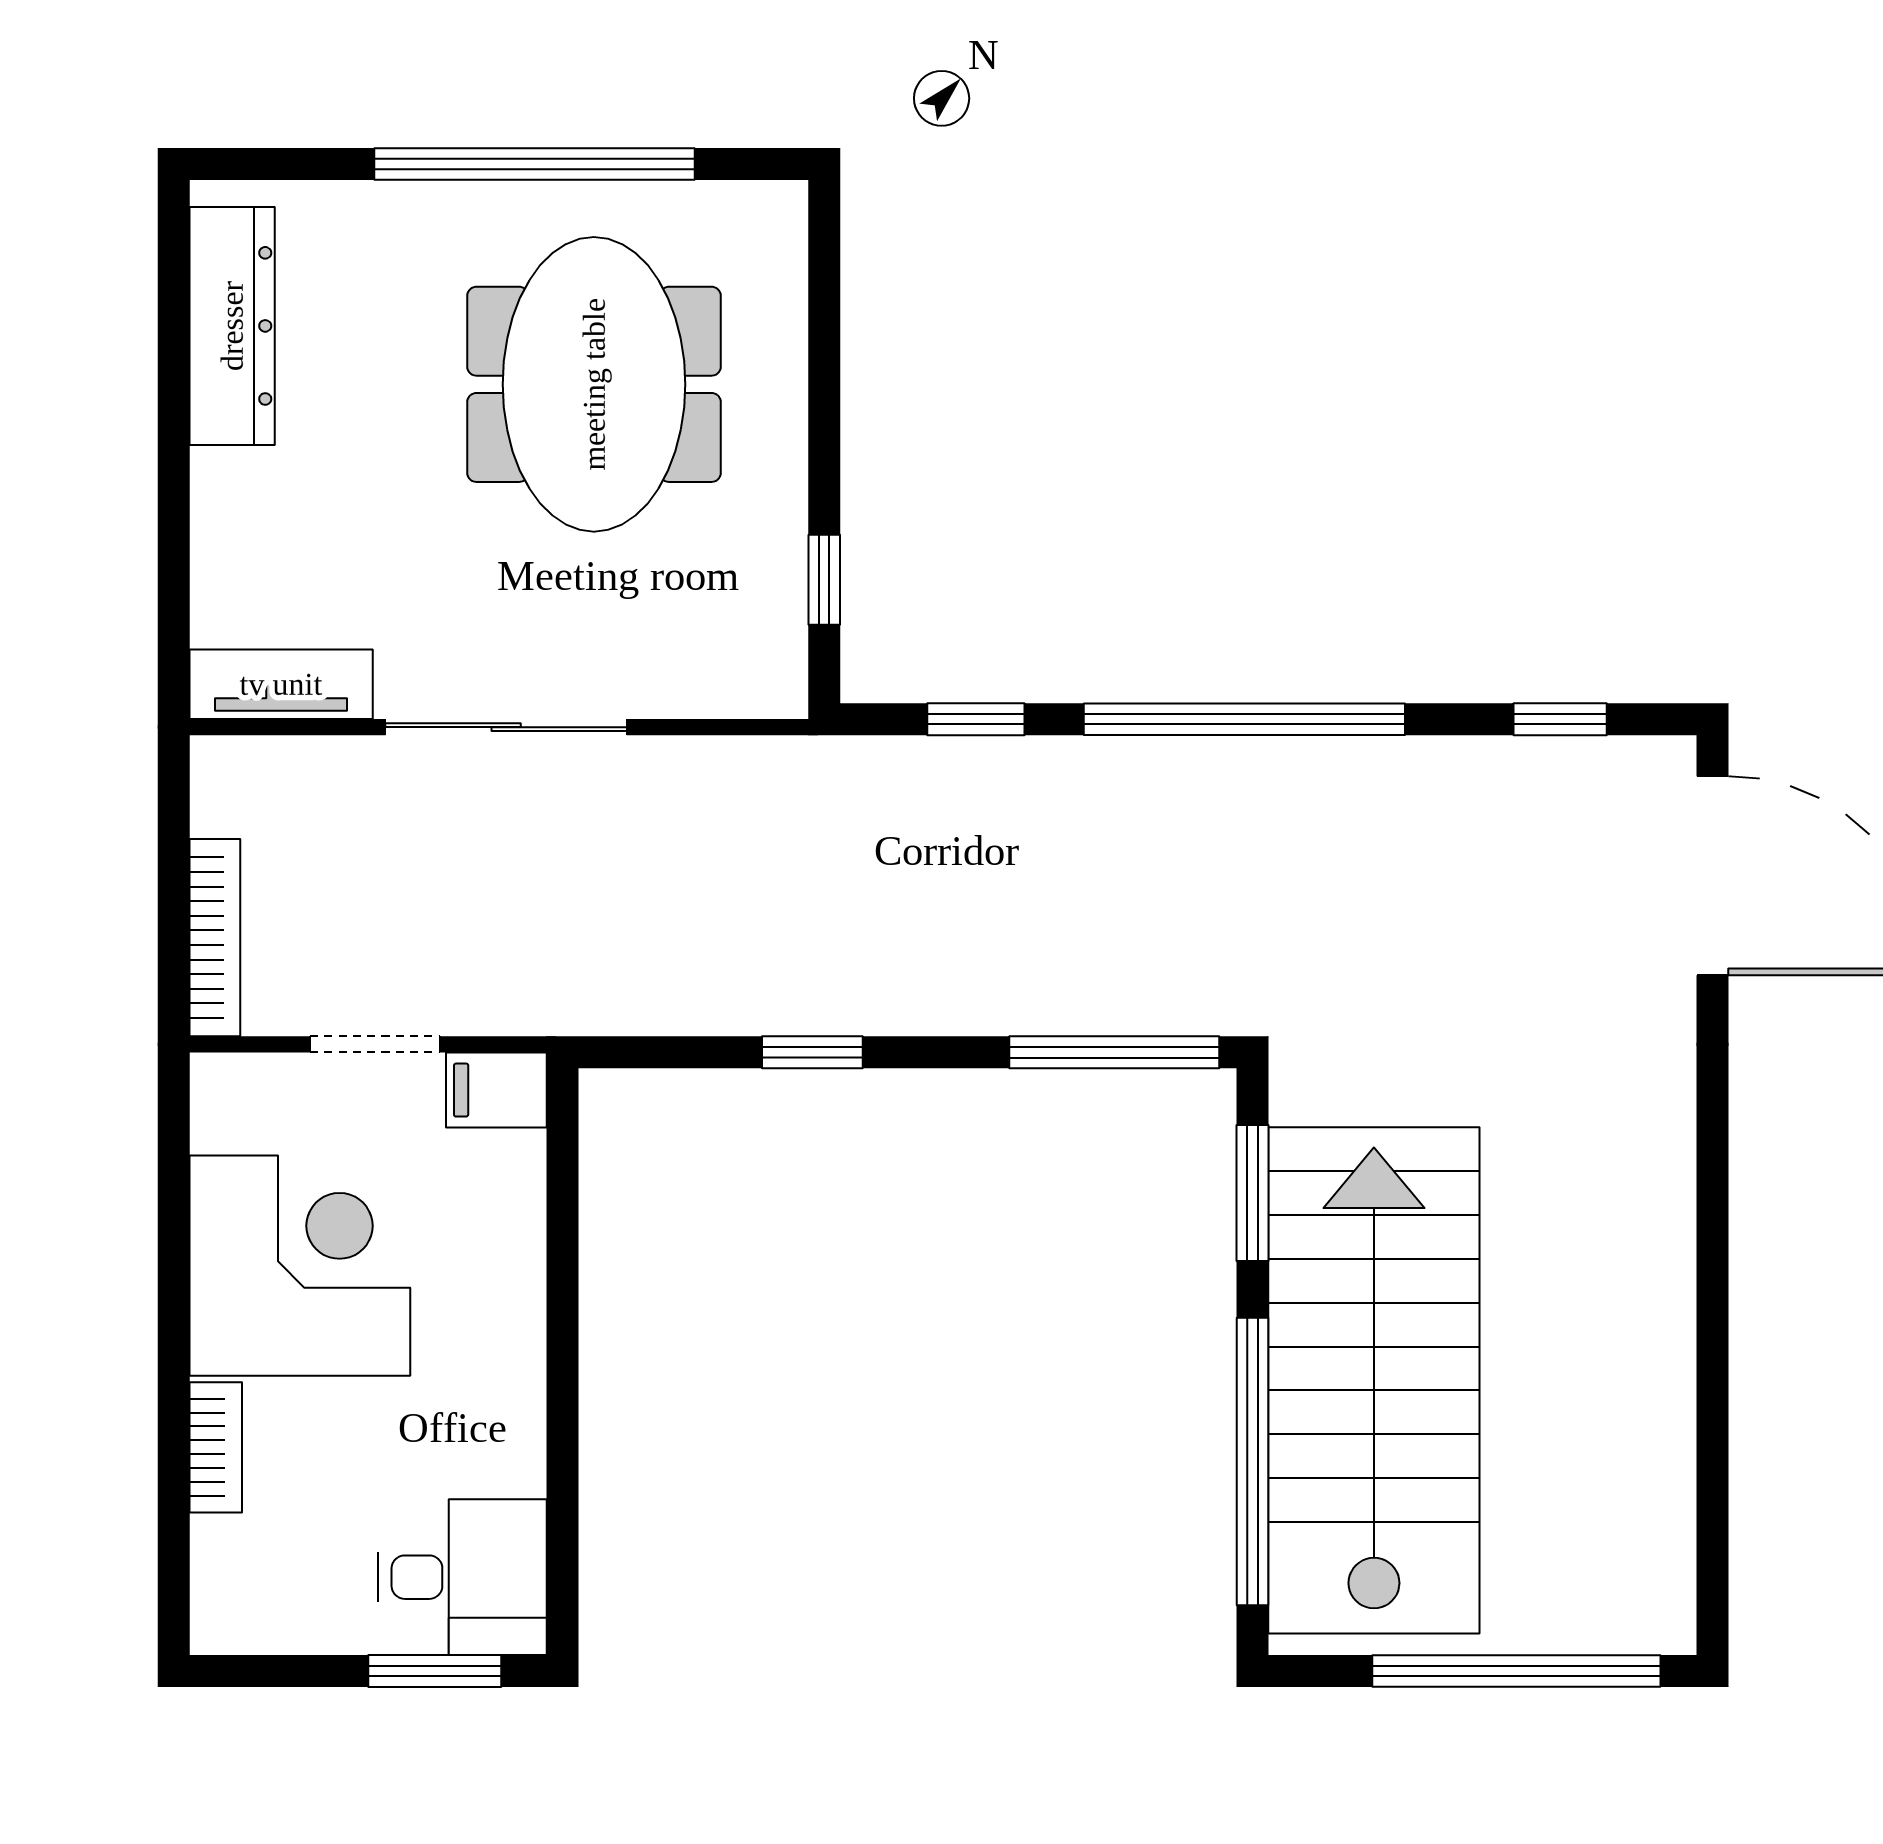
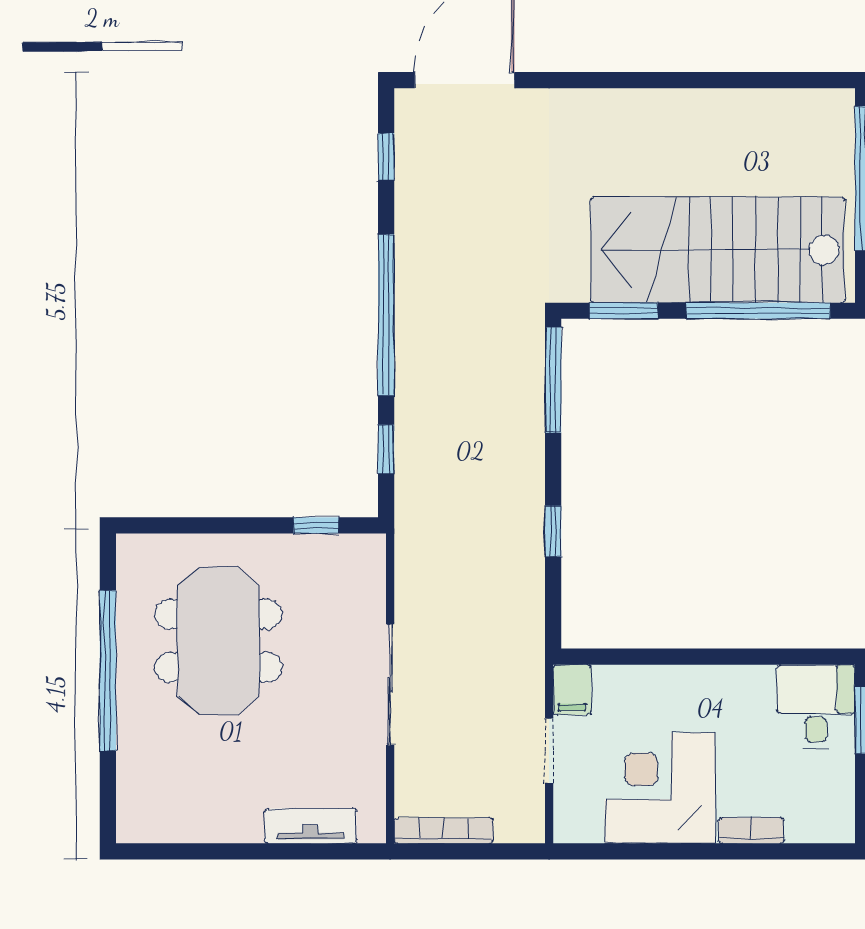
dresser: (232, 326) -> (189, 822), removed
meeting table: (594, 384) -> (218, 641), turned 90
tv unit: (281, 684) -> (311, 826), moved, turned 90
bookcase: (215, 938) -> (444, 831), moved

